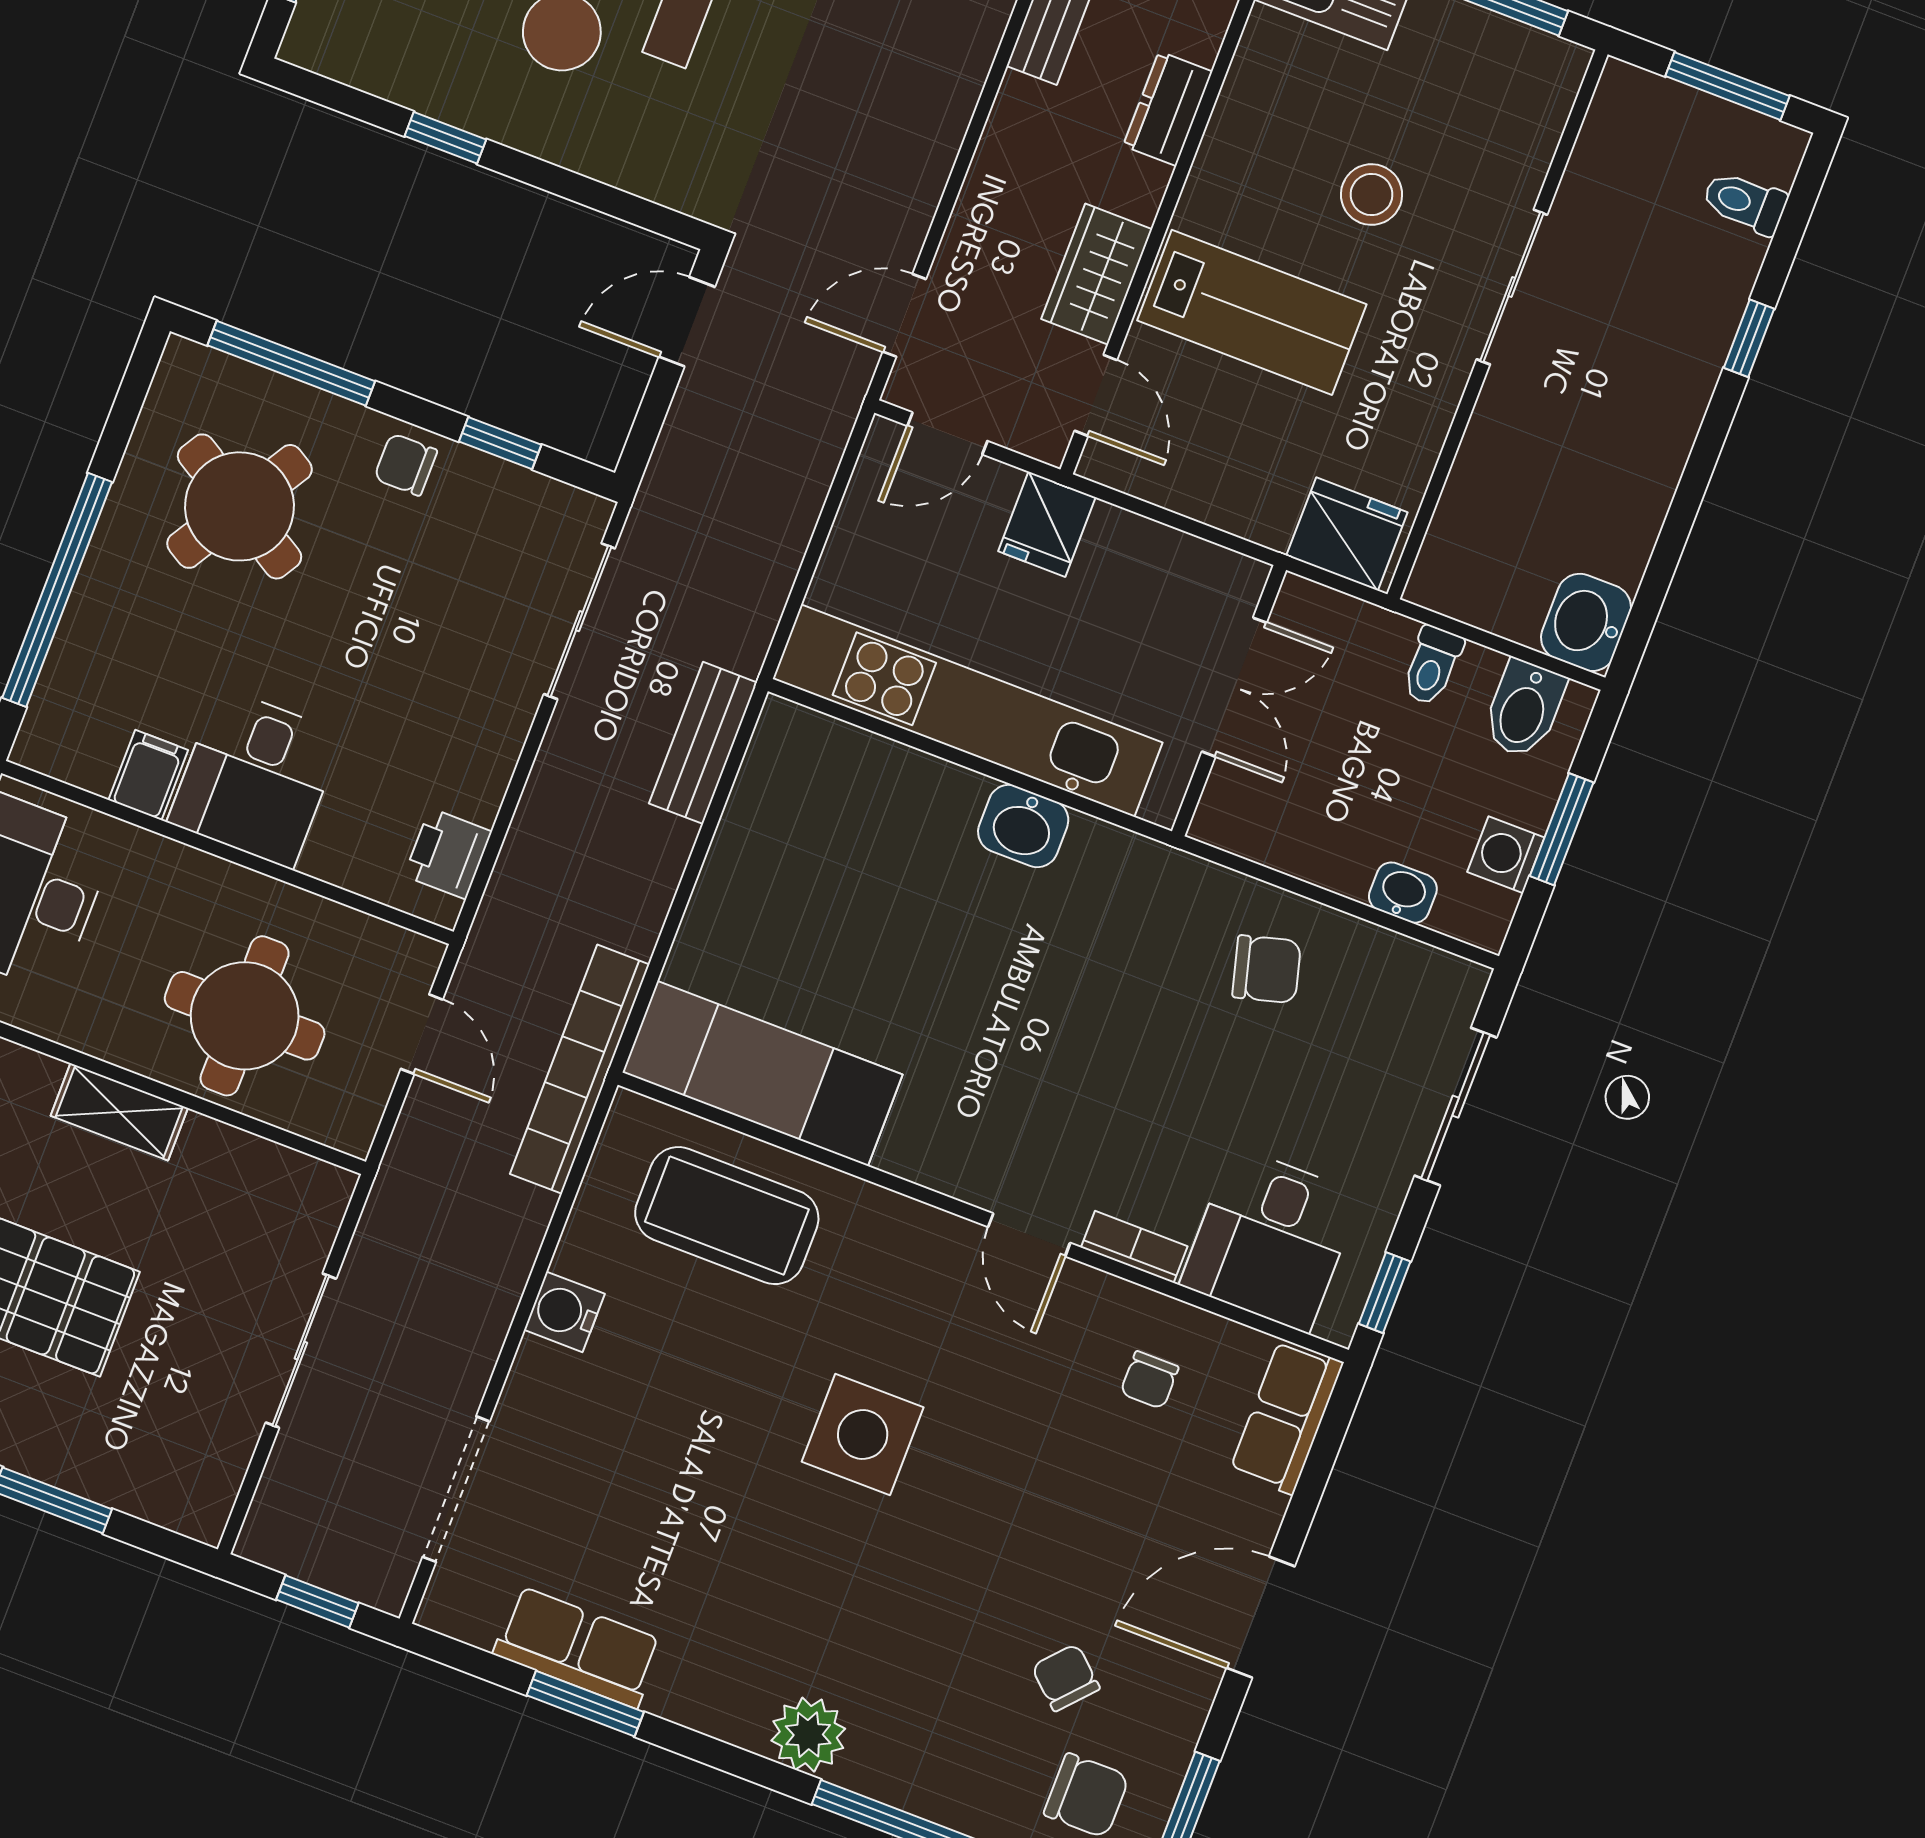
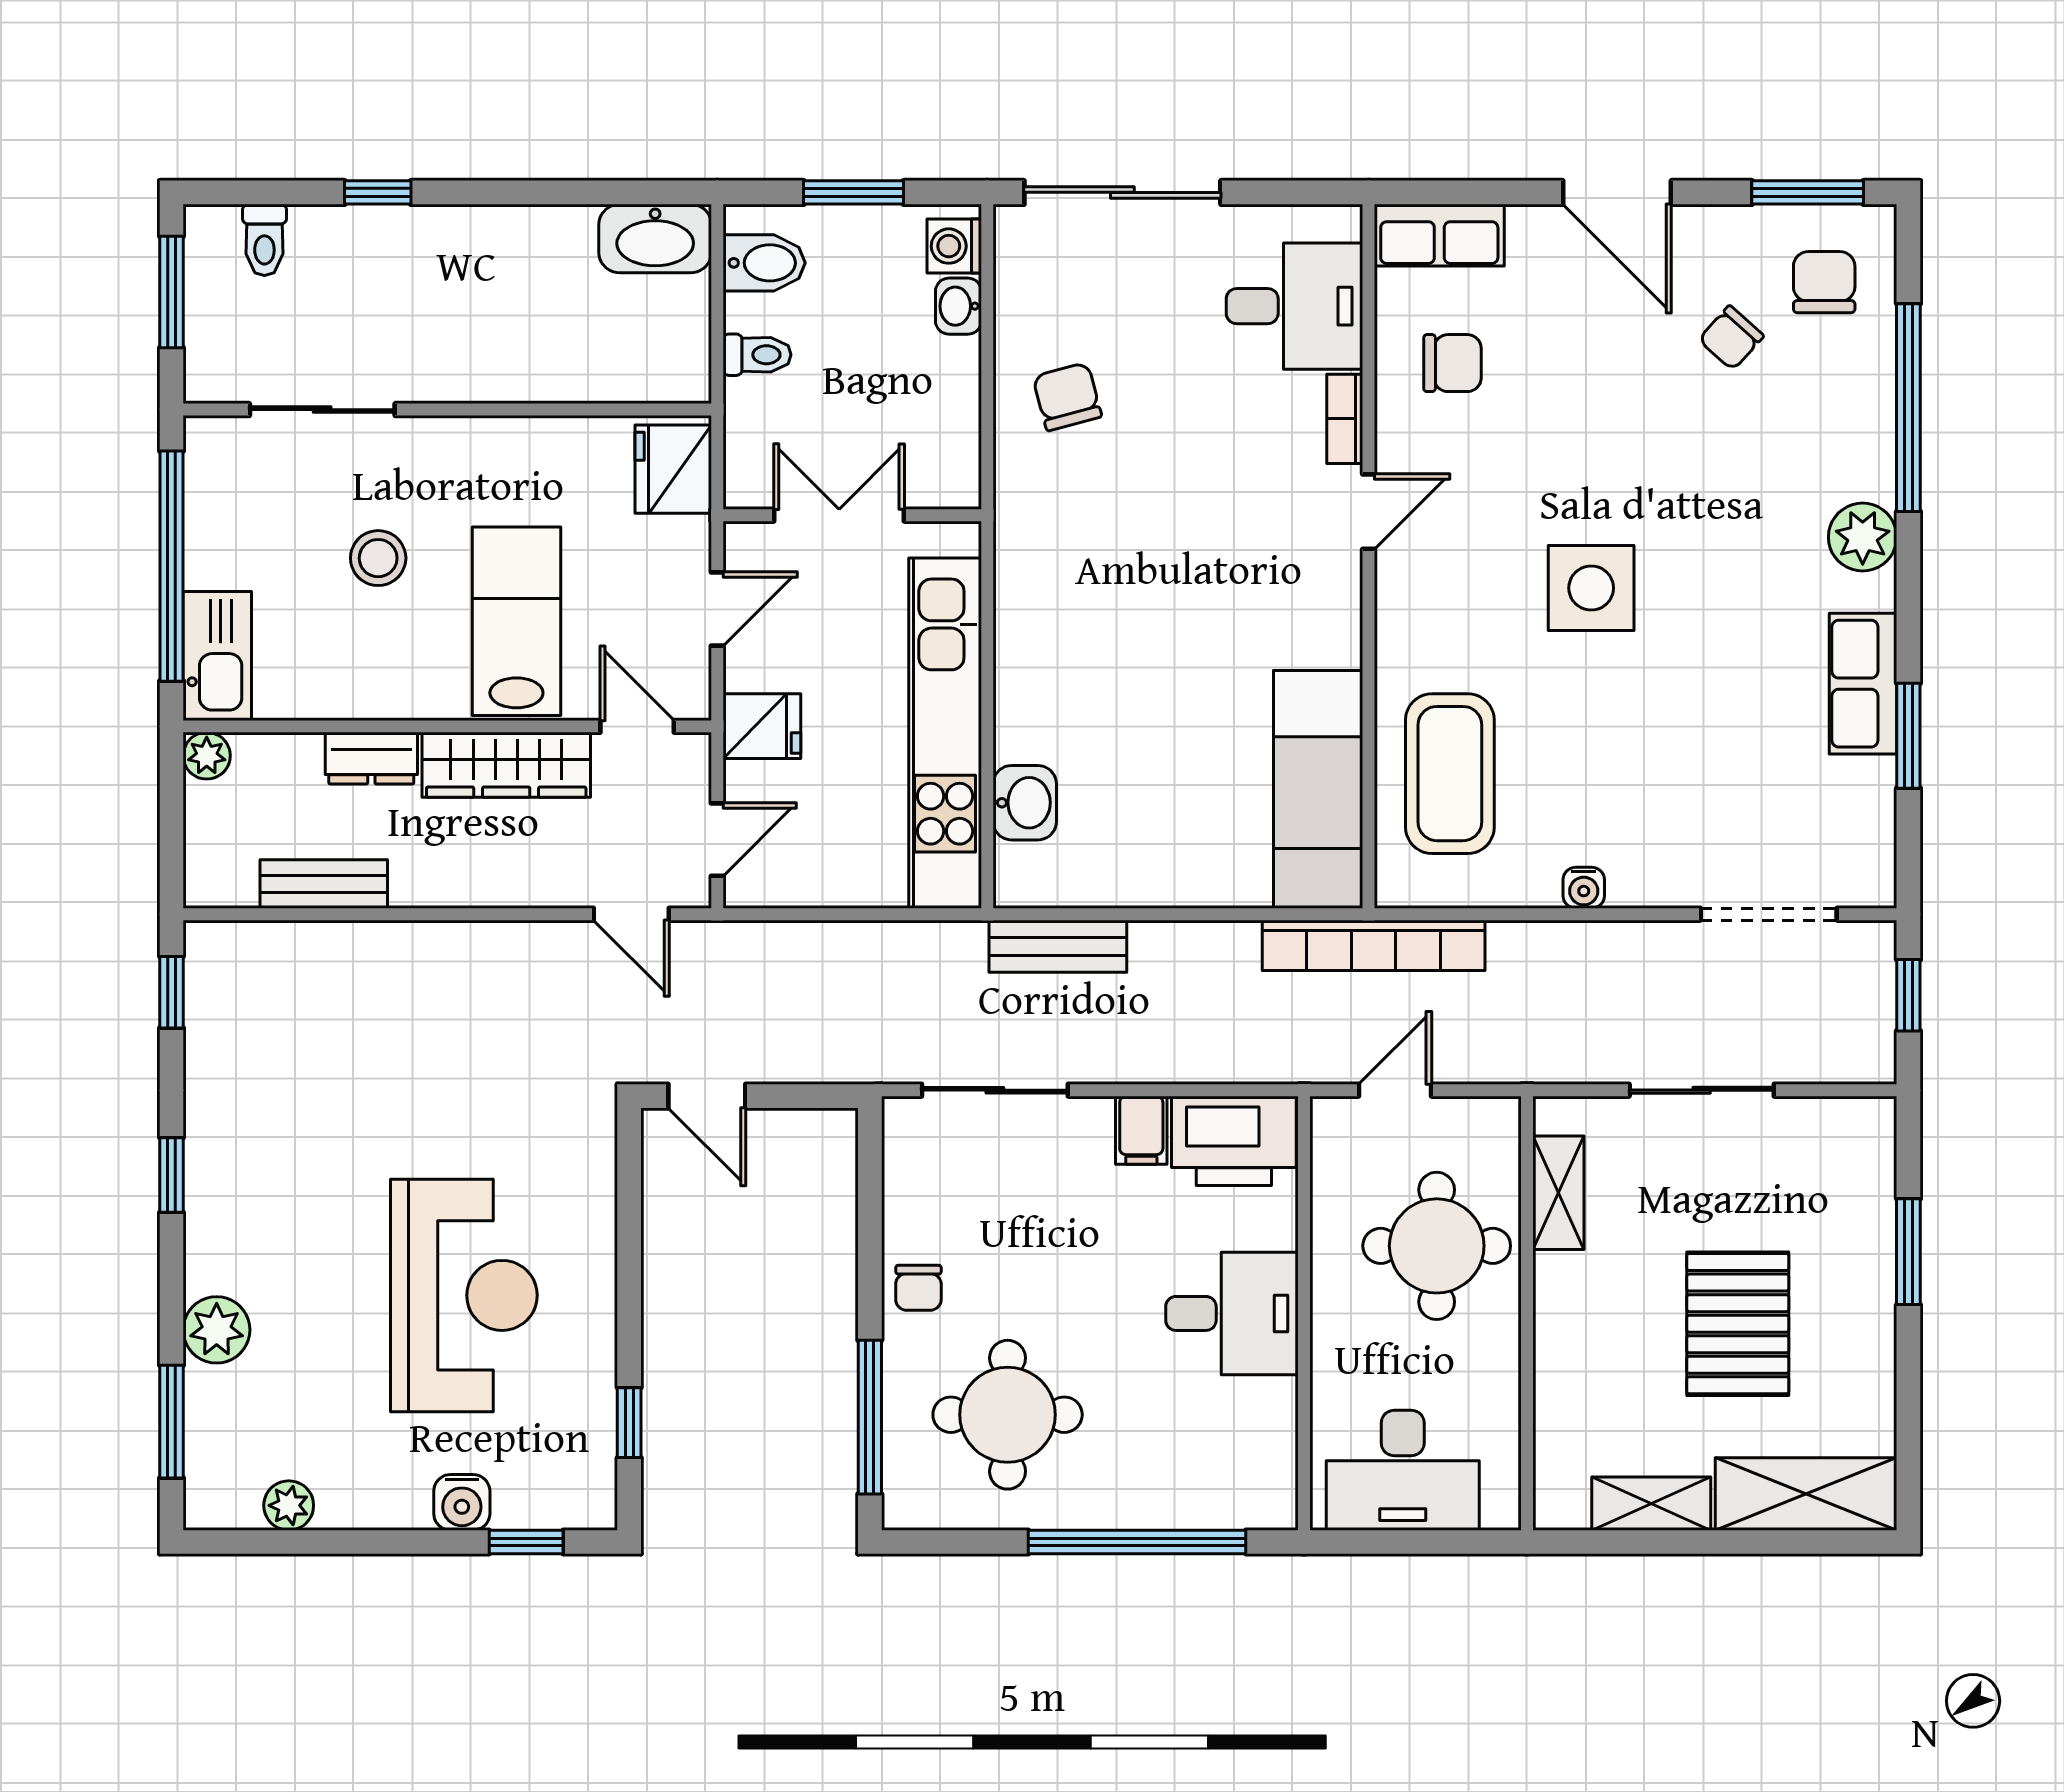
window: (445, 138) -> (629, 1423), moved
wardrobe: (1097, 274) -> (506, 765), width x1.50
sliding door: (1512, 287) -> (322, 410), moved
door: (1096, 395) -> (637, 726), hinge flipped
door: (947, 433) -> (717, 840), hinge flipped
window: (500, 443) -> (870, 1215), removed
round table: (239, 506) -> (1008, 1415), turned -31
door: (1185, 524) -> (717, 609), added
washbasin: (1586, 622) -> (655, 238), width x1.38
filing cabinet: (148, 775) -> (1141, 1130), moved, turned -90
washbasin: (1023, 826) -> (1025, 803), moved
printer: (448, 854) -> (1234, 1141), width x1.87, depth x1.48
washing machine: (1506, 855) -> (954, 246), moved, turned 90
sliding door: (1456, 1107) -> (1122, 192), width x1.37
shelving: (119, 1112) -> (1558, 1193), moved
window: (1385, 1293) -> (1303, 192), removed
water cooler: (564, 1312) -> (1584, 888), width x0.72, depth x0.72
chair: (1149, 1380) -> (1452, 363), width x1.37, depth x1.37
row of seats: (578, 1647) -> (1863, 684), moved

